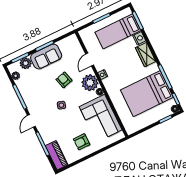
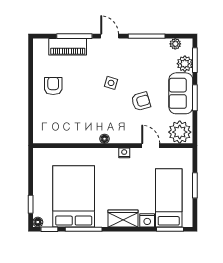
plant: (90, 83) -> (180, 132), moved
corner sofa: (101, 118) -> (71, 124), removed
piano: (57, 155) -> (68, 47), moved

